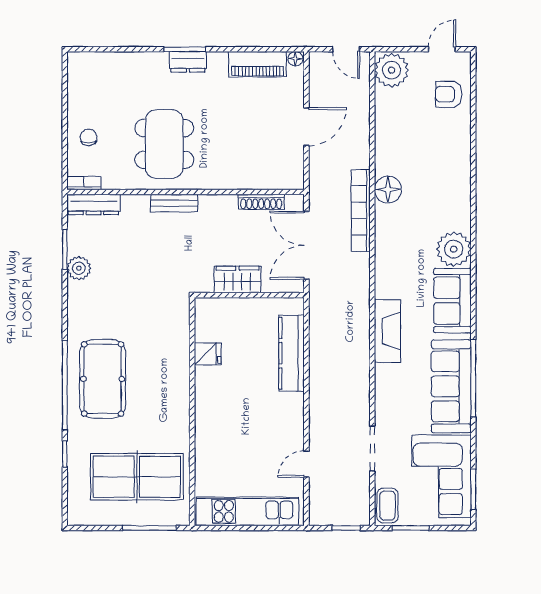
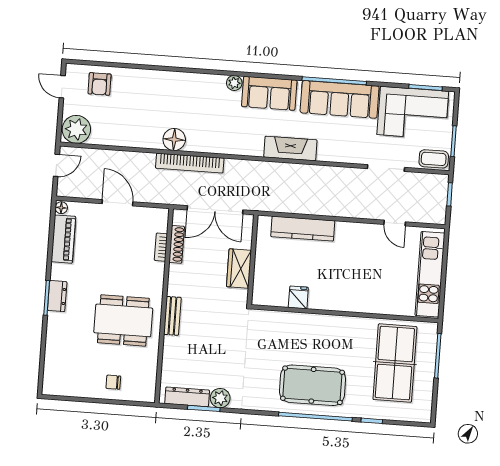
bookcase: (84, 183) -> (161, 247), moved
dresser: (93, 205) -> (187, 397), moved, turned -90
plant: (454, 249) -> (234, 83), width x0.53, depth x0.53

